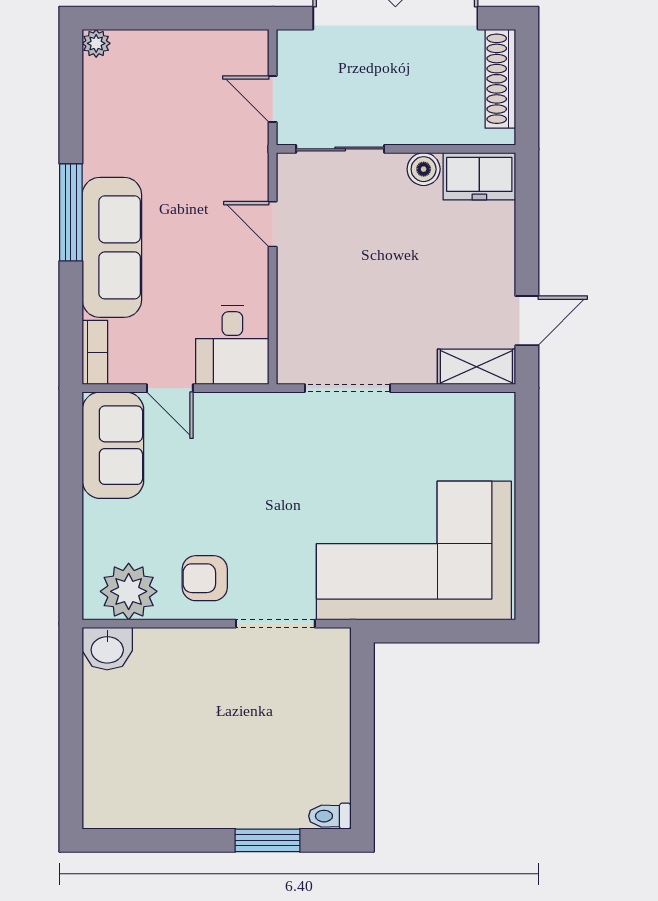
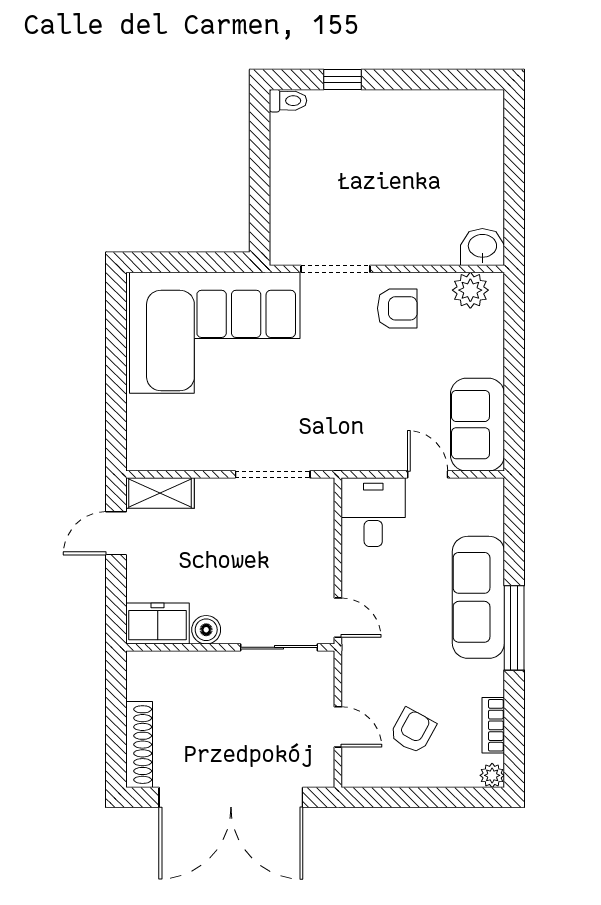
armchair: (187, 95) -> (413, 731), added
sliding door: (340, 149) -> (279, 647), moved
wall: (396, 149) -> (230, 647), moved
boiler: (424, 169) -> (206, 630), moved
freezer: (479, 176) -> (158, 623), moved
bookcase: (95, 352) -> (493, 725), moved
plant: (129, 591) -> (470, 290), width x0.73, depth x0.73
window: (267, 840) -> (342, 80), width x0.67

